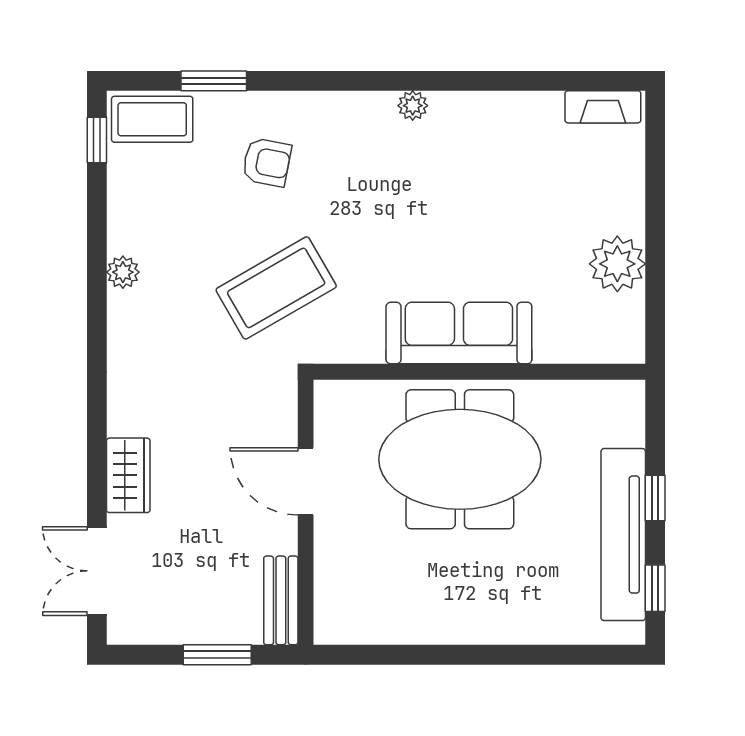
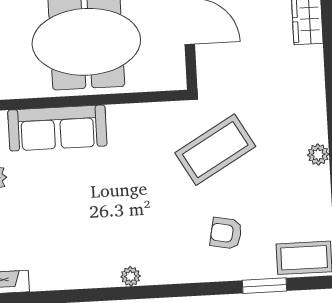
sofa: (459, 333) -> (57, 128), moved

